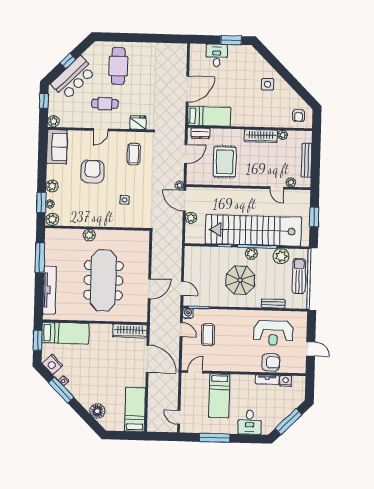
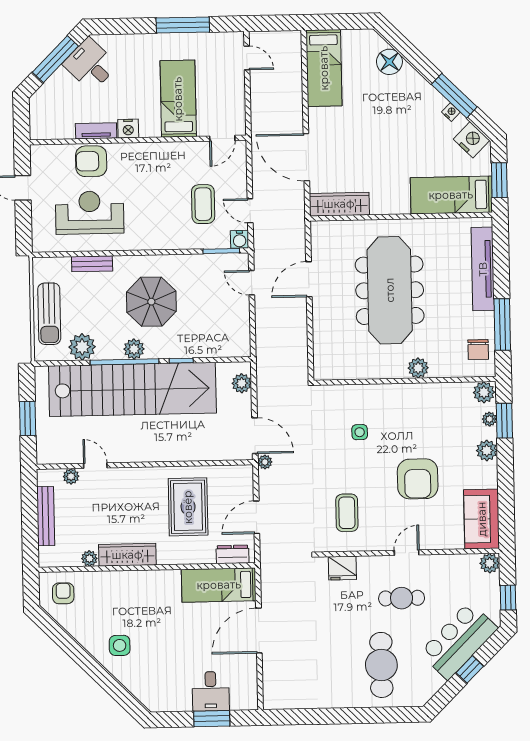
window: (231, 40) -> (212, 719), moved
plant: (191, 218) -> (242, 383), moved
chair: (54, 244) -> (478, 350), added
nightstand: (286, 381) -> (128, 129), moved
desk: (250, 422) -> (90, 65), moved, turned -45

